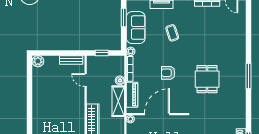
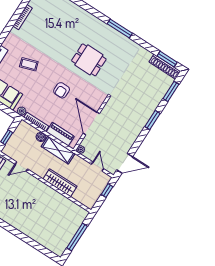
window: (248, 76) -> (120, 29), moved

